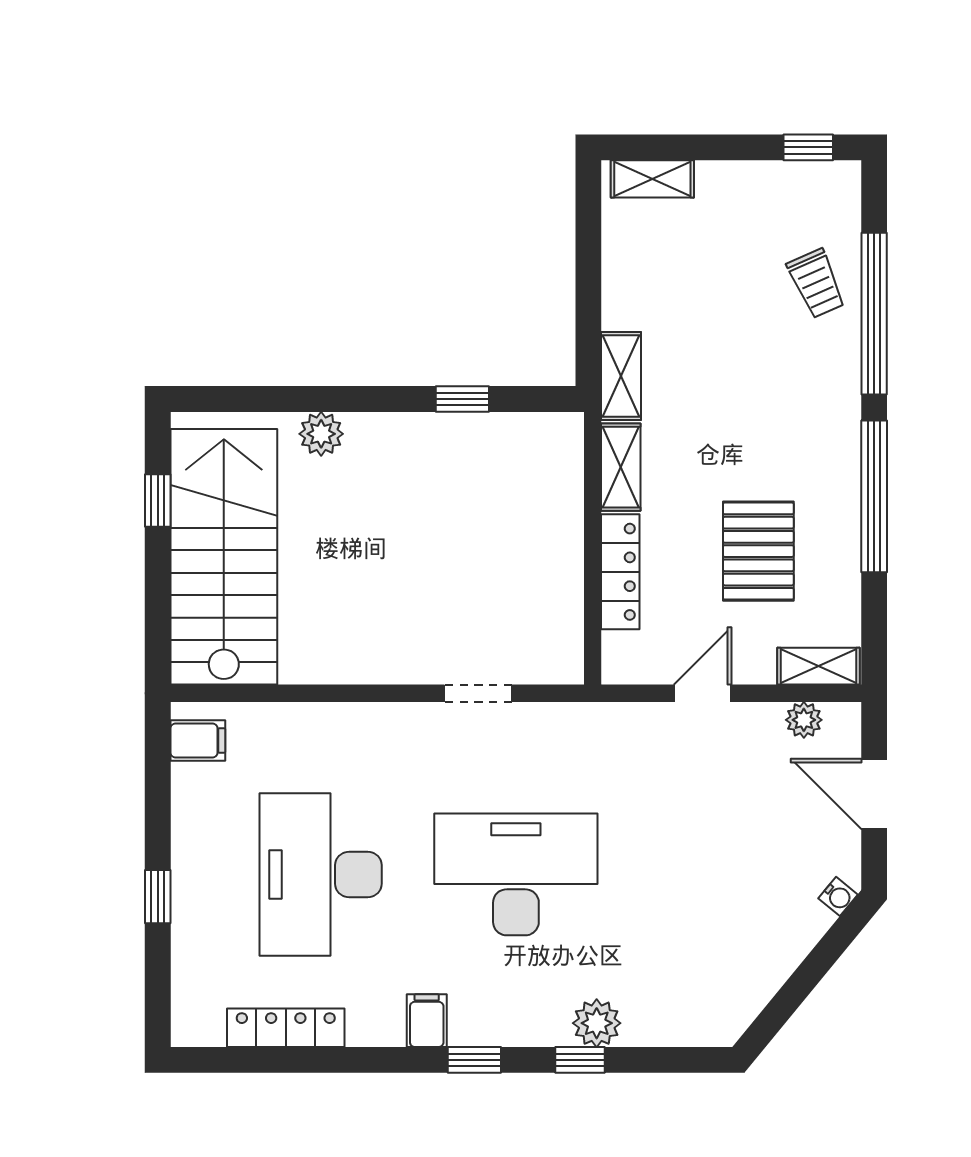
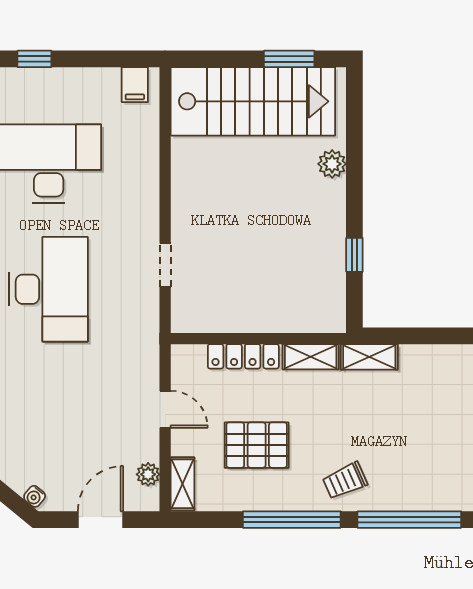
trolley: (816, 283) -> (345, 481), moved
window: (158, 500) -> (289, 59), width x1.50

